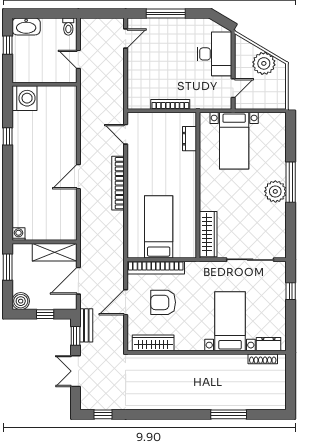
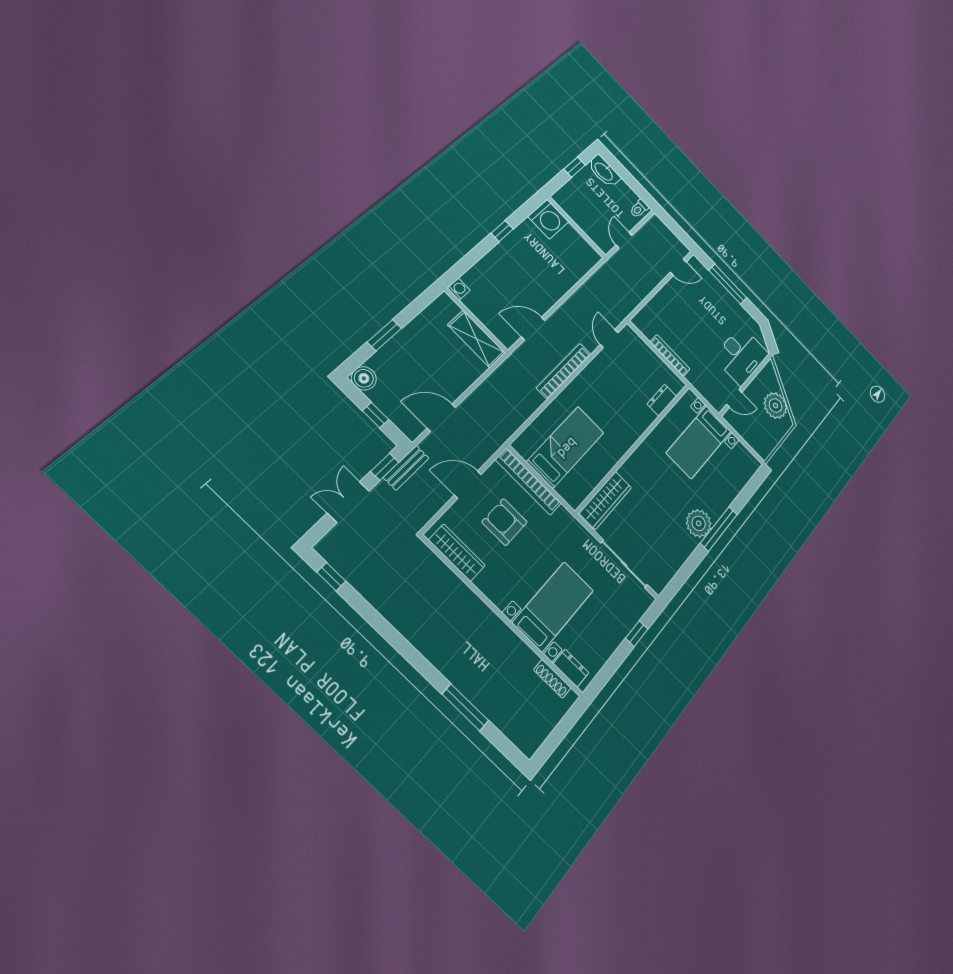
washing machine: (18, 234) -> (459, 289), moved
wall: (45, 242) -> (476, 321), moved
shelving: (55, 252) -> (476, 339), moved

